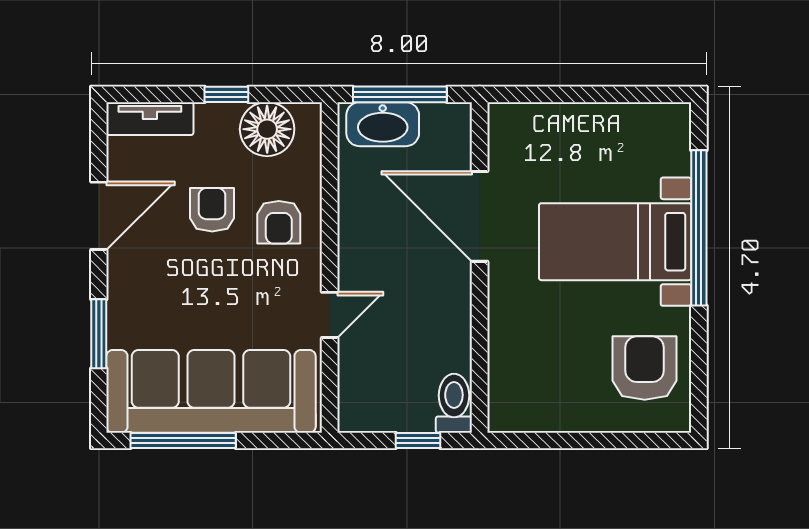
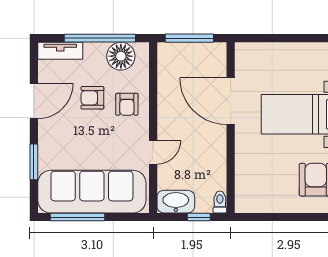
window: (226, 94) -> (100, 38), width x3.17
washbasin: (383, 124) -> (176, 202), moved, turned 180
armchair: (212, 210) -> (92, 98), turned -90
toilet: (454, 403) -> (220, 202), width x0.73, depth x0.72

